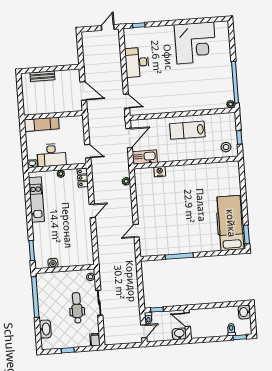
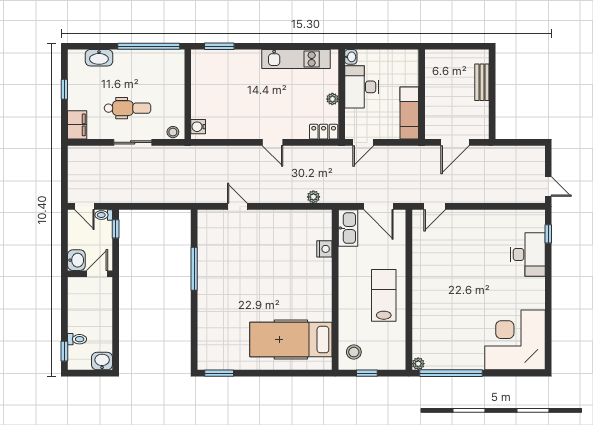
corner desk: (195, 43) -> (515, 340), moved, turned 90
desk: (137, 62) -> (528, 254), moved, turned 90
exam couch: (42, 124) -> (409, 113), moved
hospital bed: (231, 223) -> (291, 340), moved, turned 180
water cooler: (53, 263) -> (198, 127), moved
filing cabinet: (95, 340) -> (77, 125), width x2.00

